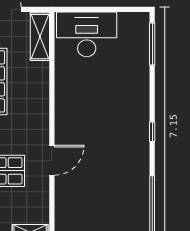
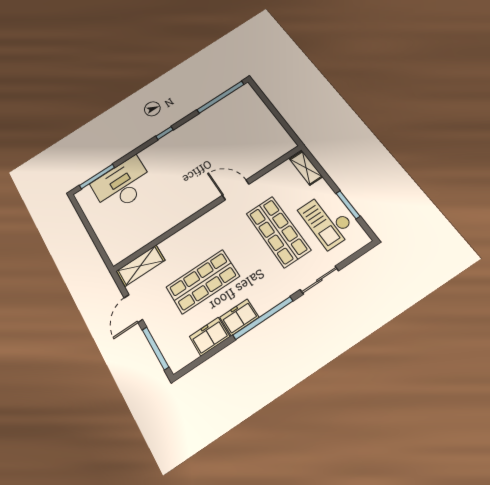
desk: (87, 34) -> (122, 185), moved, turned 90

